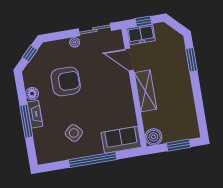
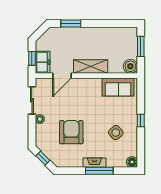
floor lamp: (32, 94) -> (132, 162), moved
sofa: (121, 140) -> (118, 87), moved, turned -90
window: (93, 160) -> (141, 121), width x0.32

